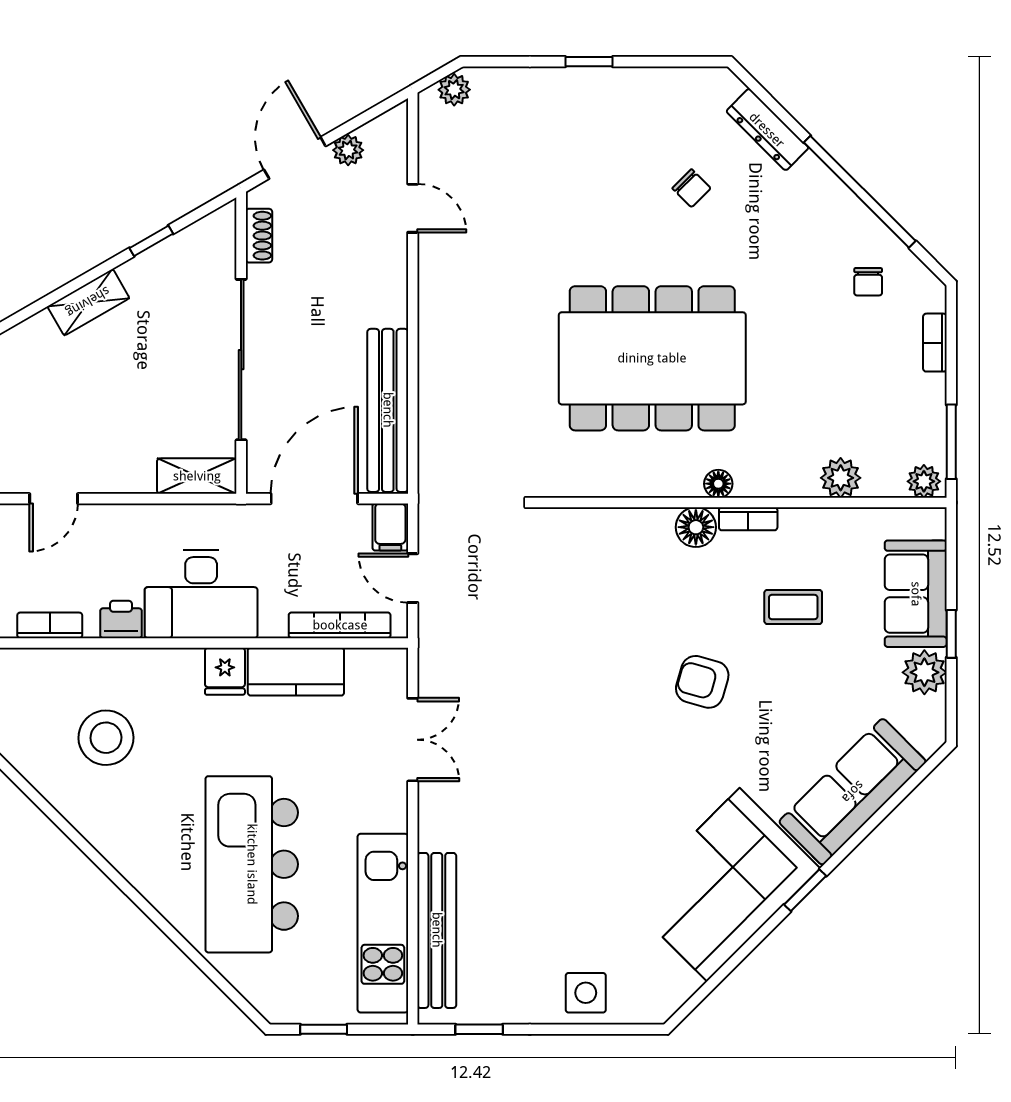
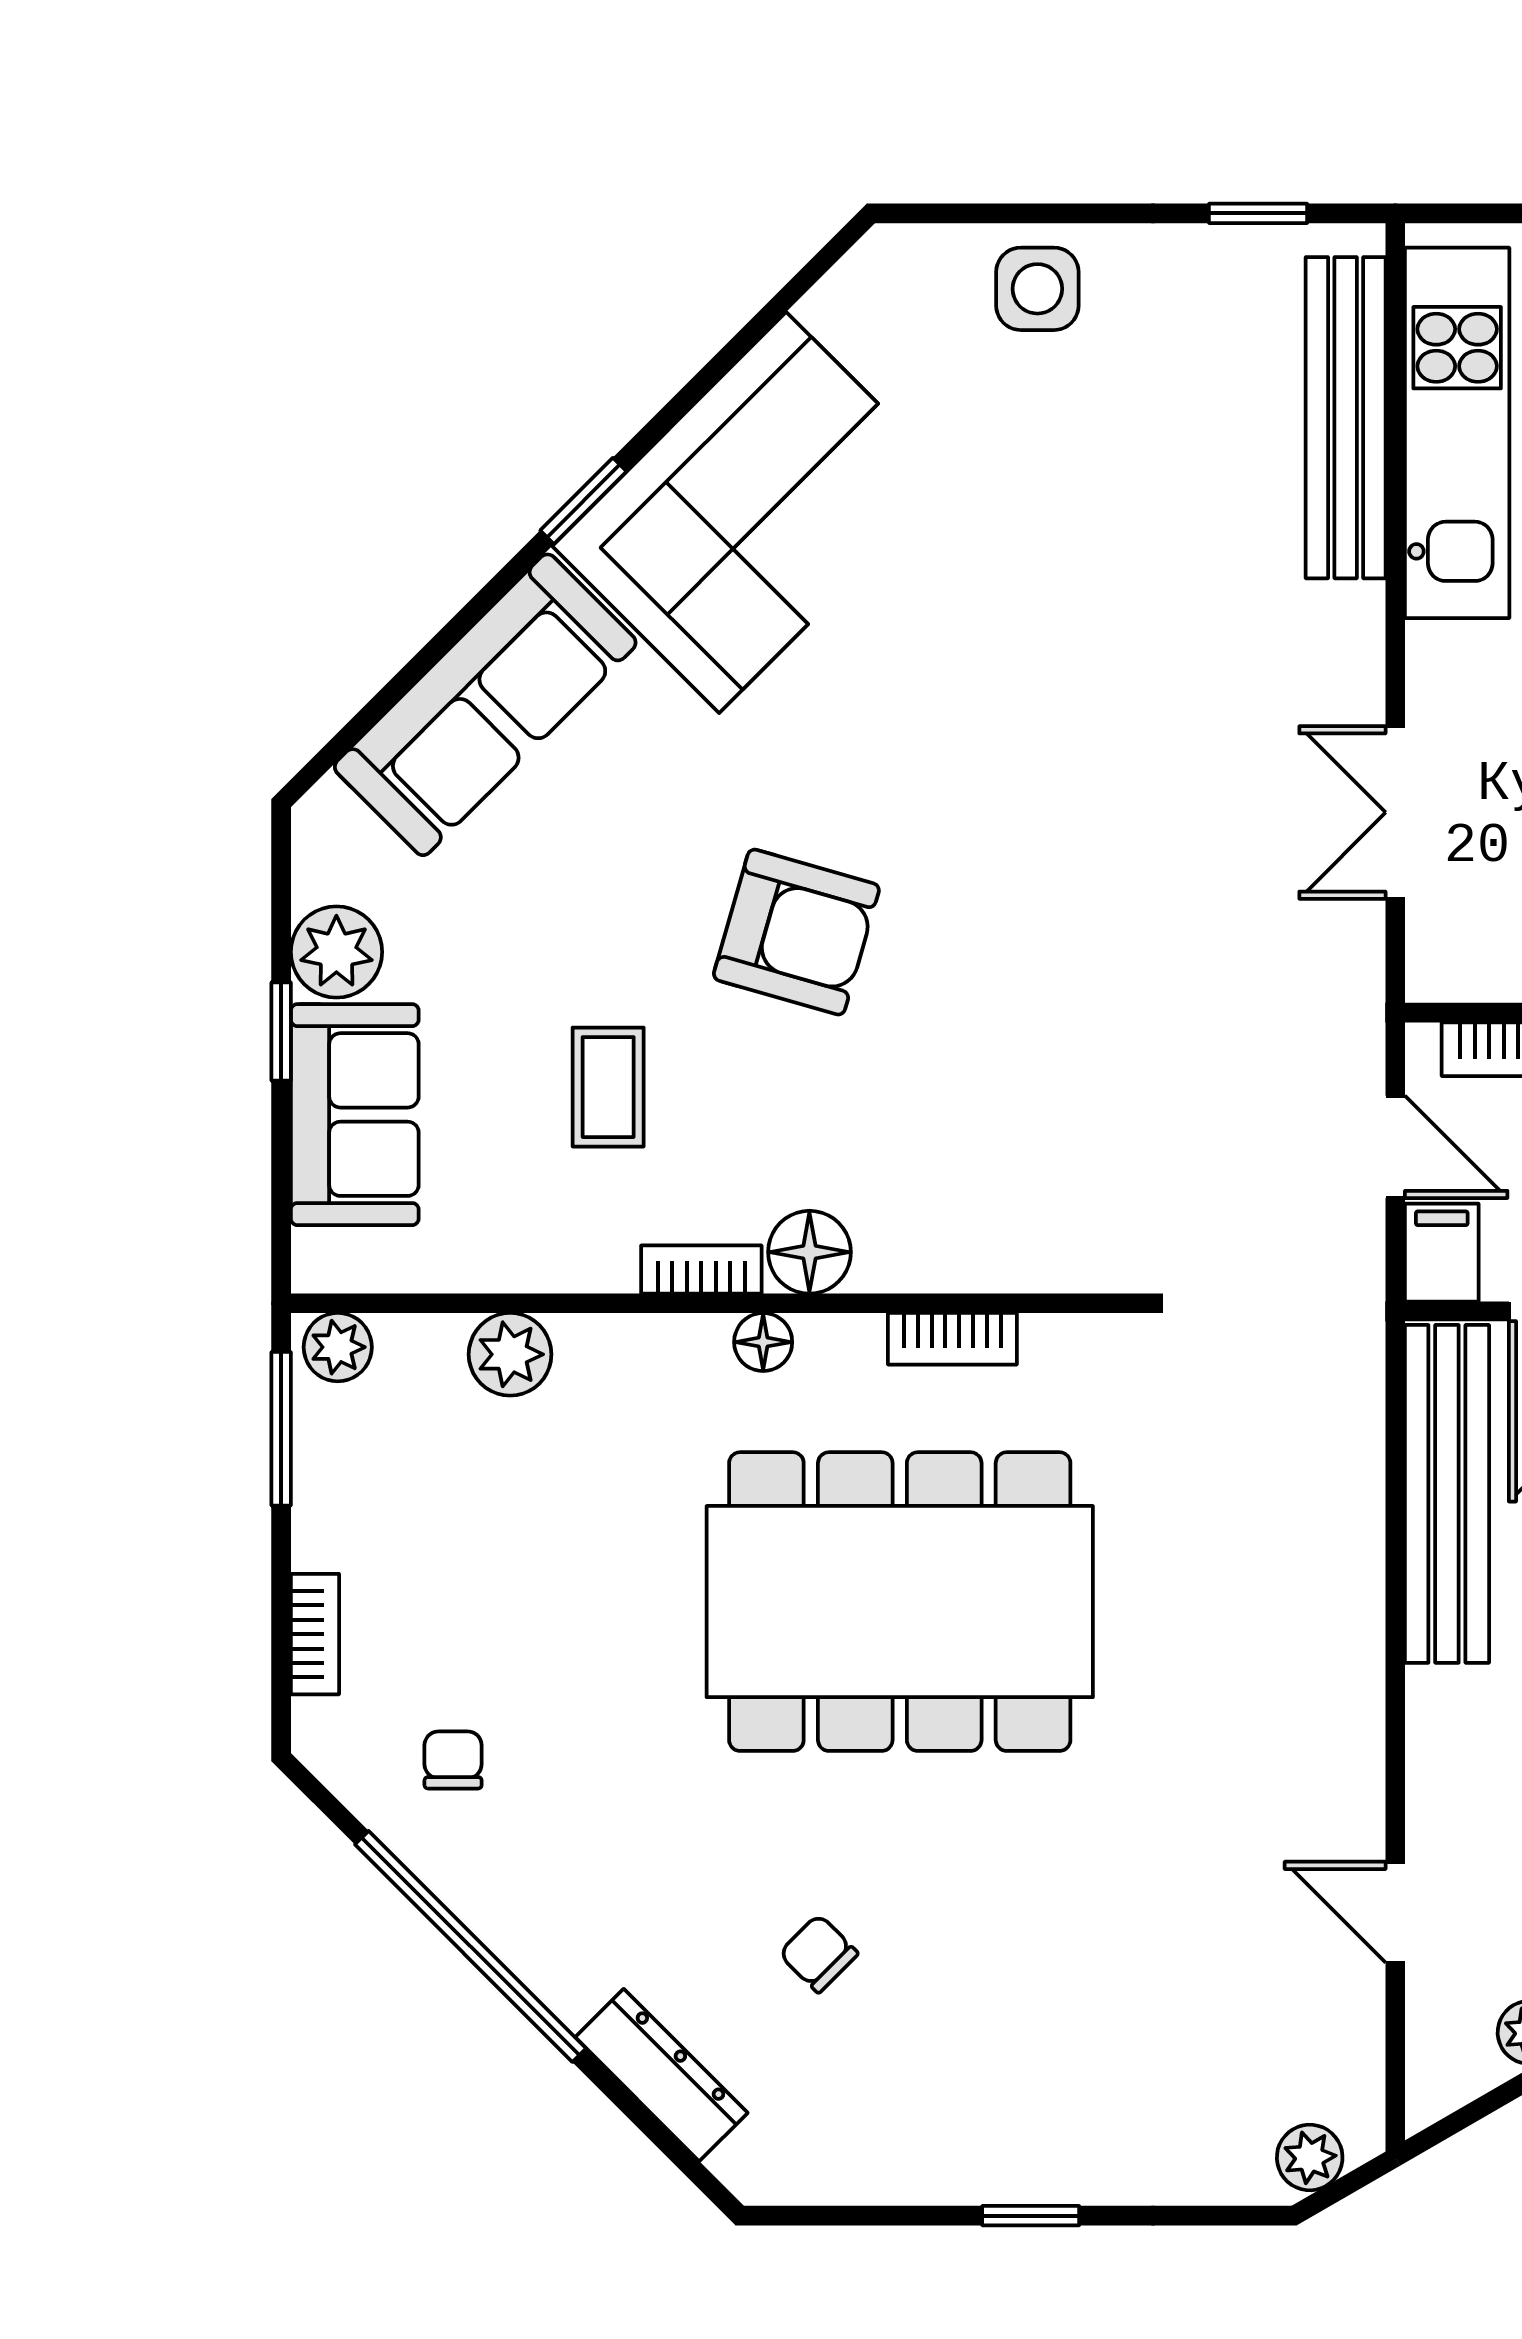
bookcase: (627, 485) -> (952, 1339), added
coffee table: (793, 607) -> (608, 1087), turned 90
armchair: (702, 682) -> (796, 932), width x1.38, depth x1.38

